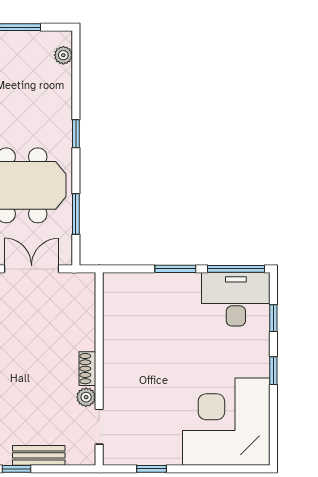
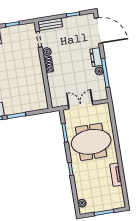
double door: (32, 269) -> (81, 105), swing flipped
bench: (39, 455) -> (50, 24), moved

